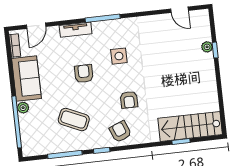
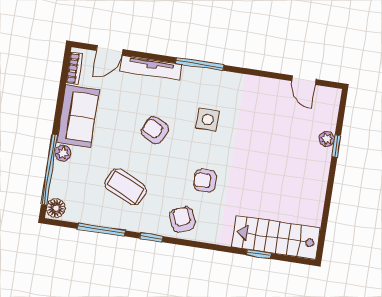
tv unit: (76, 30) -> (151, 68), width x1.41
armchair: (84, 74) -> (155, 130), turned -64
armchair: (129, 100) -> (205, 181), turned 90
floor lamp: (29, 148) -> (56, 208), added

